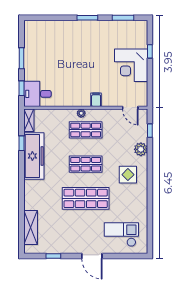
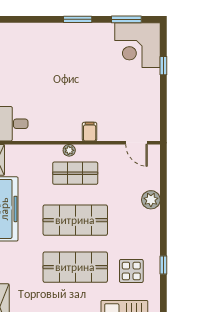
corner desk: (131, 65) -> (138, 45), moved
window: (150, 131) -> (163, 265), moved
shop shelf: (86, 164) -> (75, 220), width x1.43, depth x1.36
display table: (128, 175) -> (131, 271), moved

